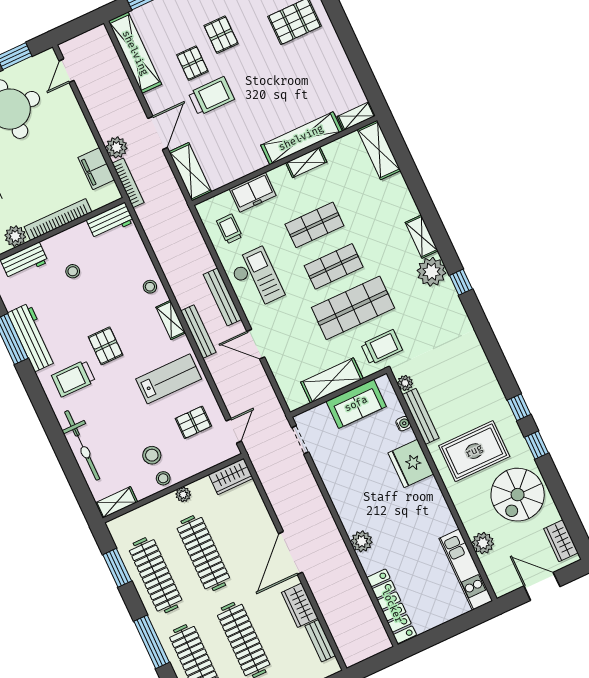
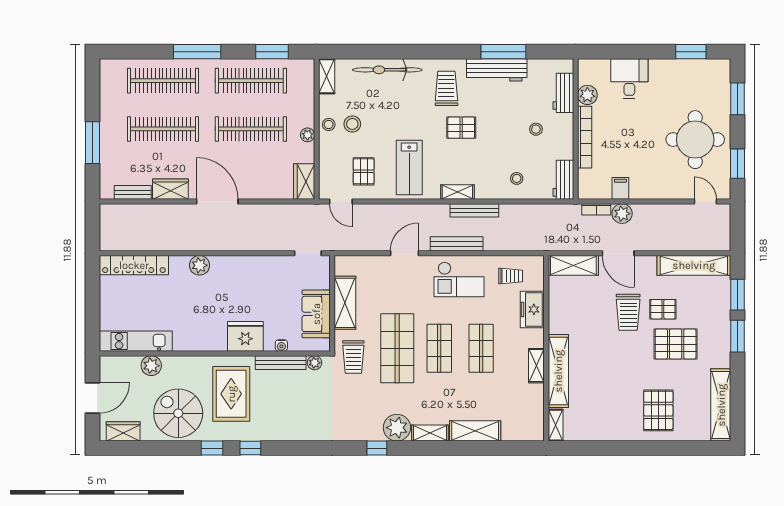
pallet: (221, 35) -> (676, 344), width x1.50, depth x1.42
shelving: (379, 150) -> (475, 431), moved
filing cabinet: (96, 169) -> (620, 188), width x0.50
bookcase: (128, 183) -> (596, 209), width x0.64
stool: (150, 287) -> (517, 178), moved
bench: (198, 332) -> (474, 210), moved

